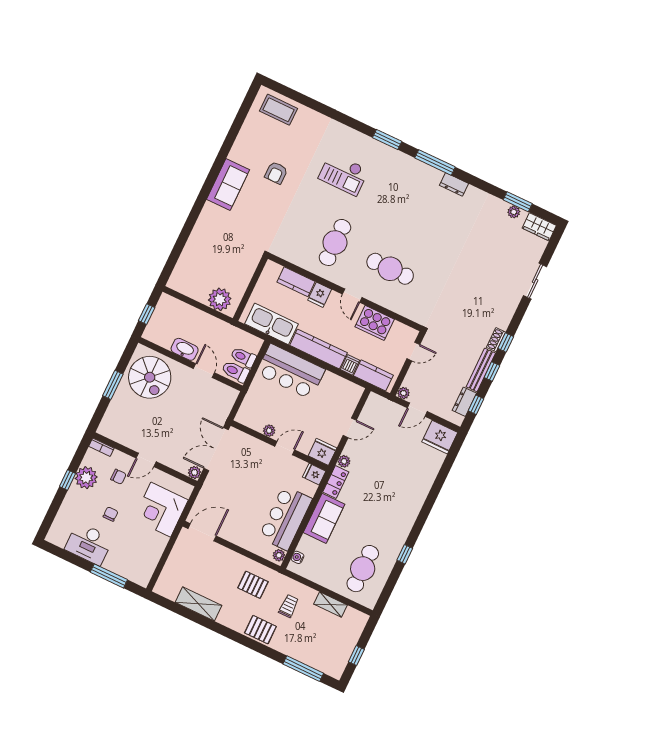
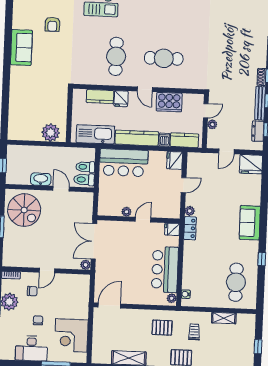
plant: (404, 393) -> (212, 124), moved
fridge: (322, 452) -> (175, 160), moved, turned -90
corner desk: (161, 510) -> (71, 335), moved
sofa: (324, 518) -> (250, 223), moved, turned 180

